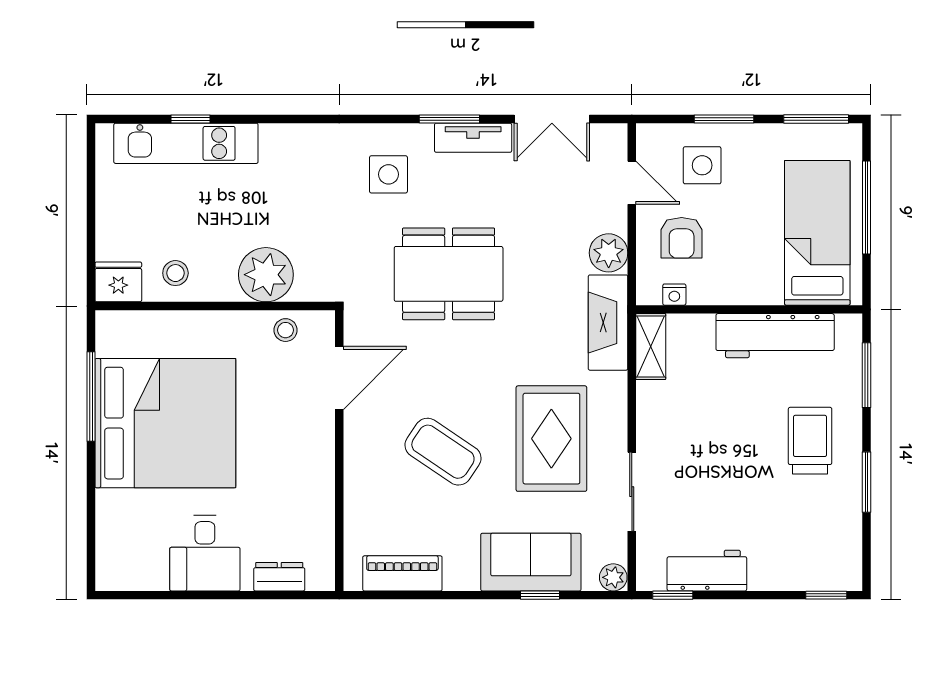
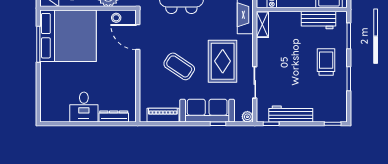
workbench: (775, 336) -> (319, 20), width x0.73
door: (339, 378) -> (138, 37), swing flipped
bed: (165, 423) -> (68, 36), moved
sofa: (531, 562) -> (207, 111), width x1.36
workbench: (707, 571) -> (291, 114), width x1.38
dresser: (279, 577) -> (114, 116), width x1.44

